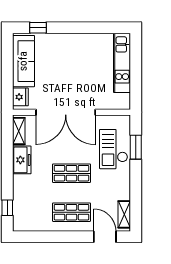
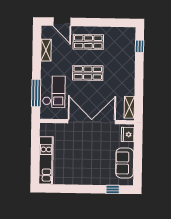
sofa: (23, 61) -> (125, 163), width x0.73
window: (136, 147) -> (36, 93), width x1.44
freezer: (22, 160) -> (127, 84), removed
shelving: (124, 214) -> (46, 50), moved

